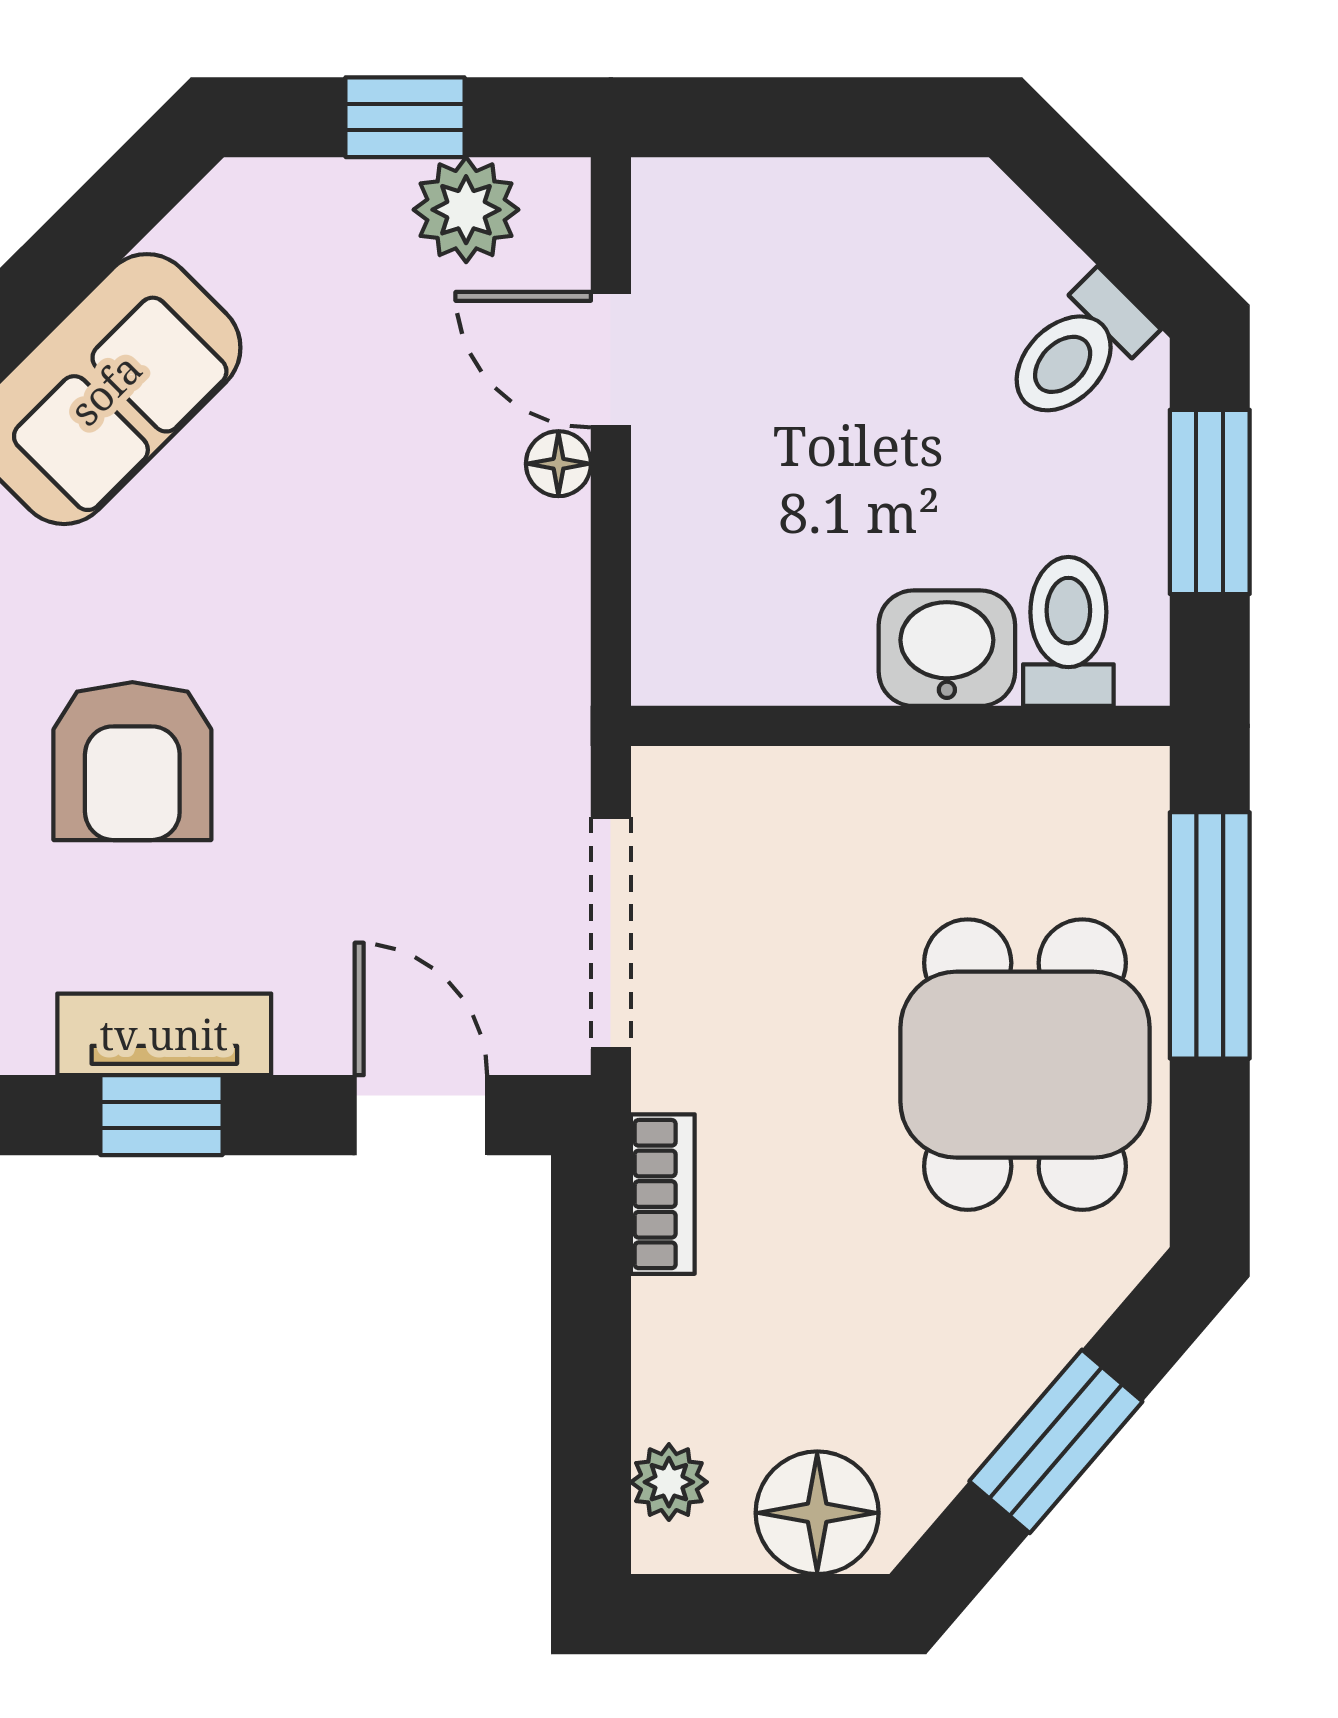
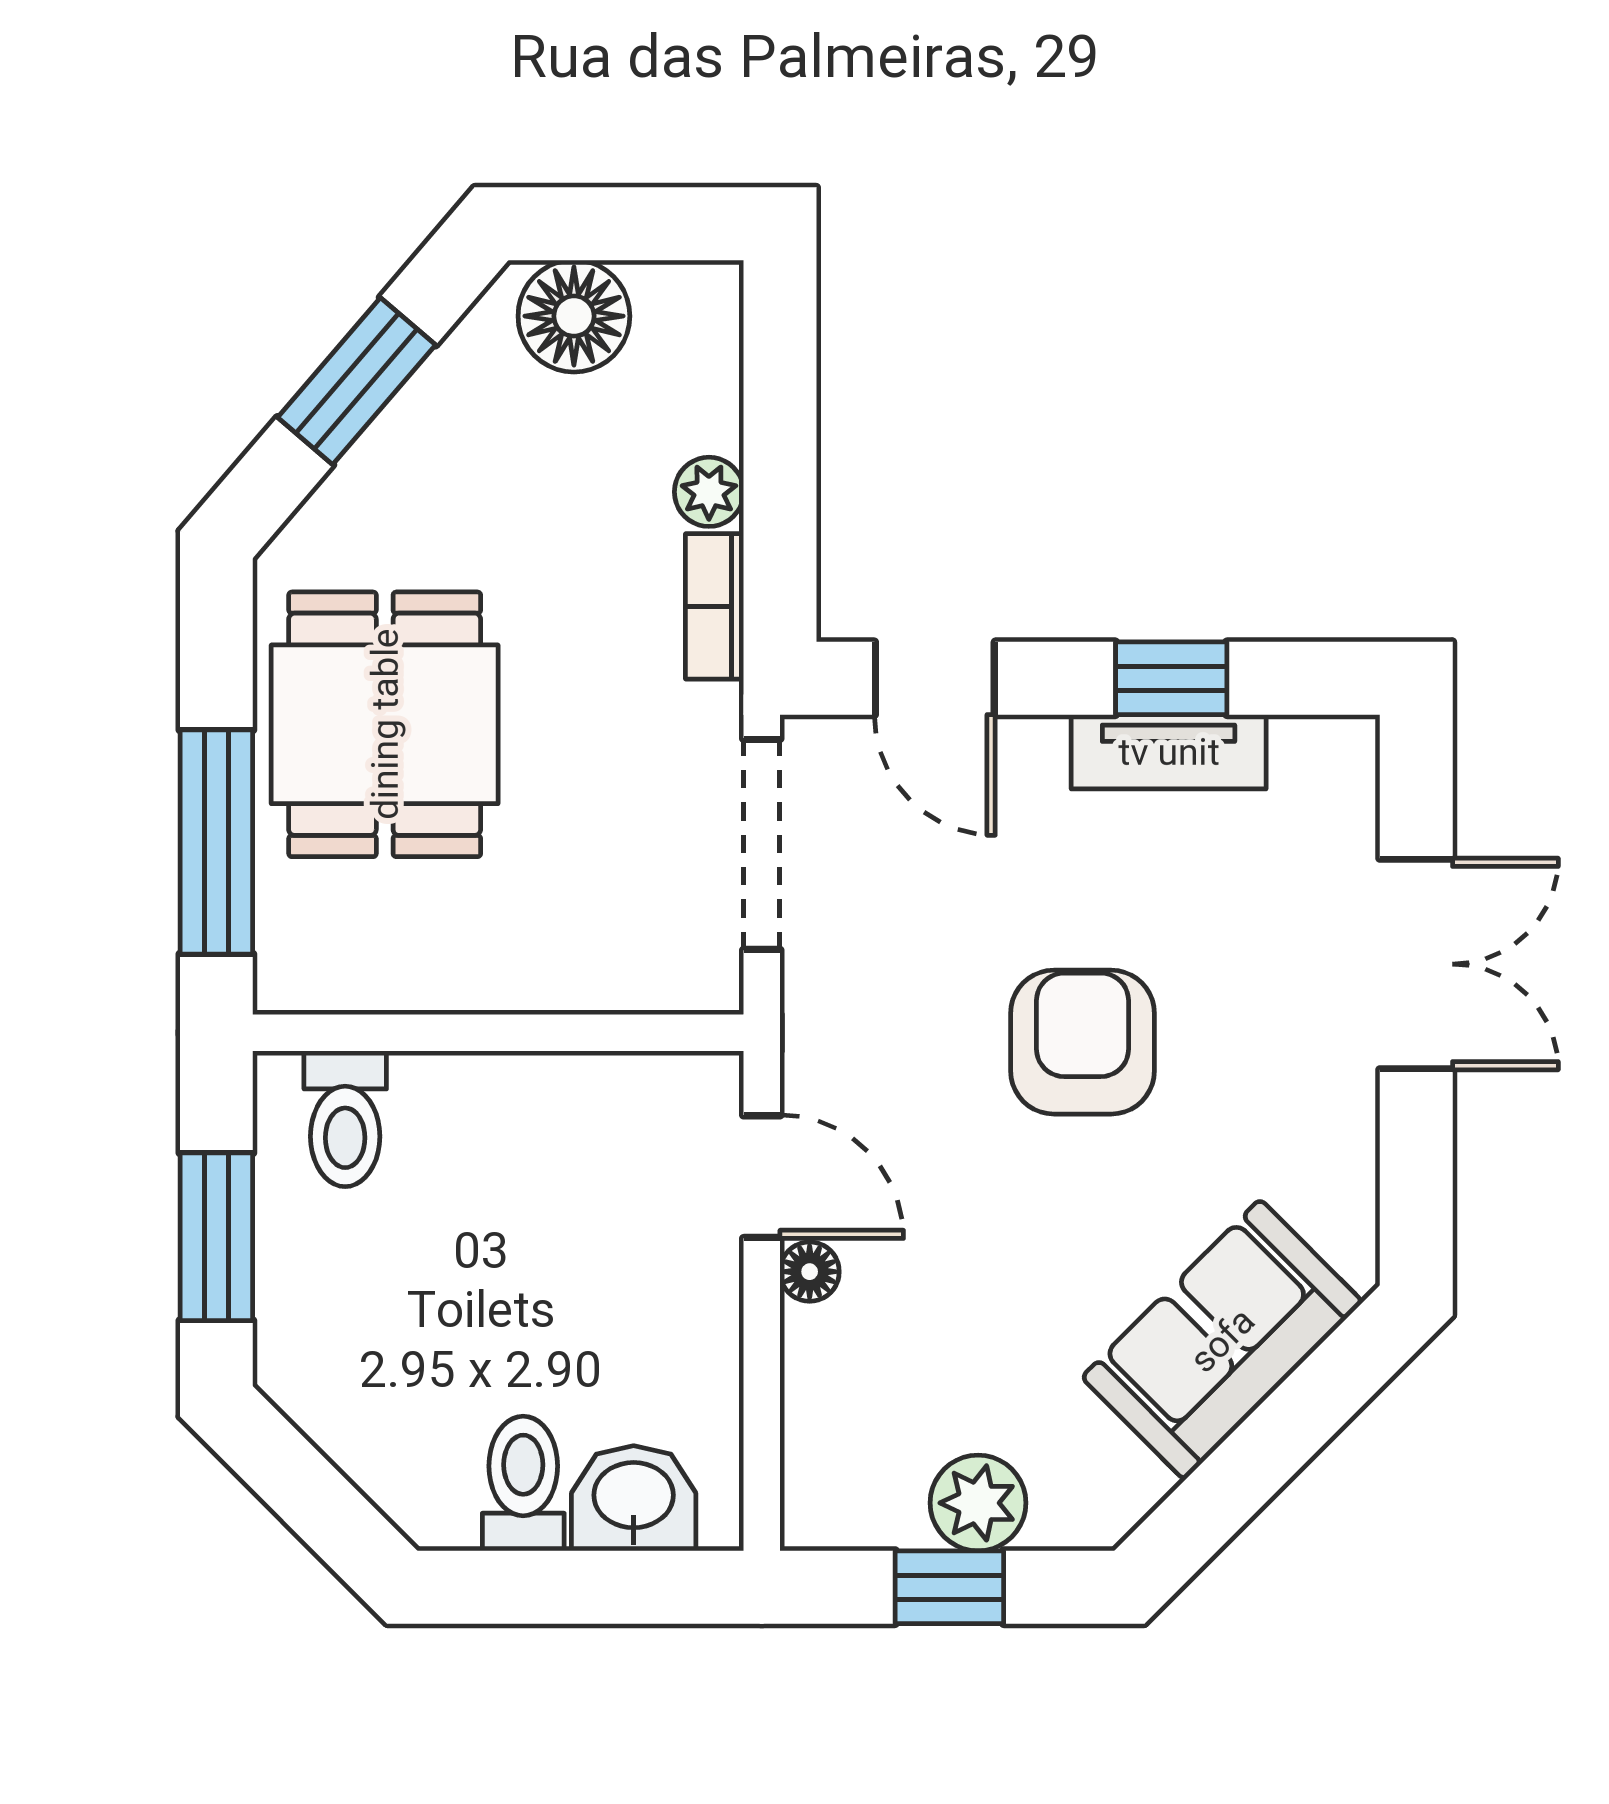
plant: (466, 210) -> (978, 1503), moved
toilet: (1077, 350) -> (523, 1484), moved, turned -45
door: (611, 360) -> (762, 1177), moved
washbasin: (947, 648) -> (634, 1498), moved, turned 180
armchair: (132, 761) -> (1083, 1042), moved
plant: (669, 1482) -> (709, 492), moved

